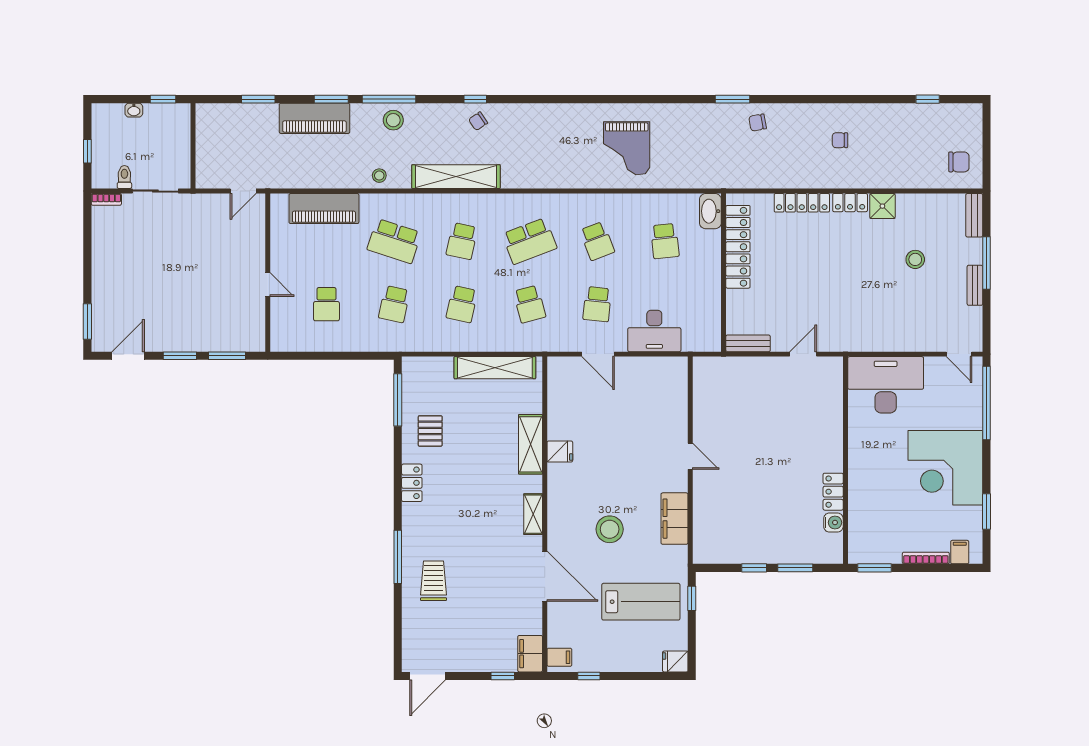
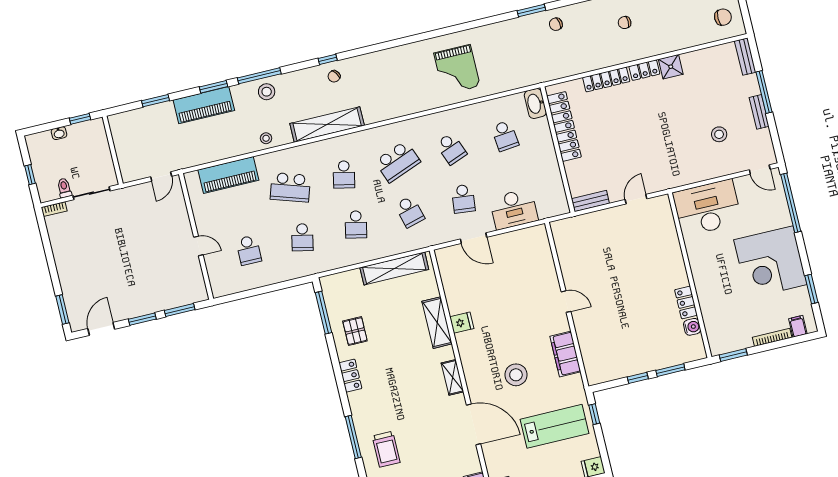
stool: (915, 259) -> (719, 134), moved
trolley: (434, 581) -> (386, 449), turned 180

